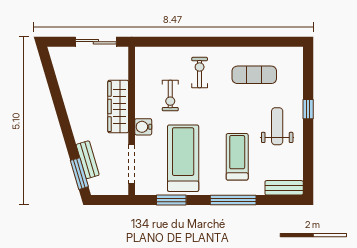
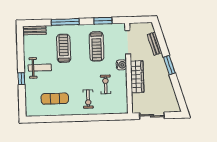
weight bench: (277, 126) -> (40, 68), turned -90
treadmill: (237, 157) -> (64, 48), turned 180
treadmill: (183, 158) -> (97, 46), width x0.73, depth x0.73
window: (79, 174) -> (169, 65), moved

